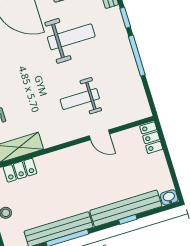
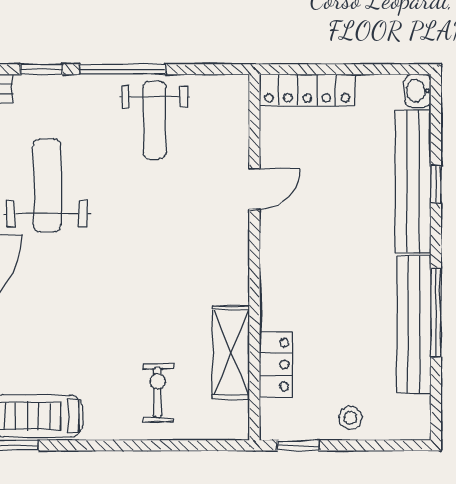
weight bench: (80, 99) -> (155, 120), moved
locker: (151, 138) -> (307, 90), width x1.53

